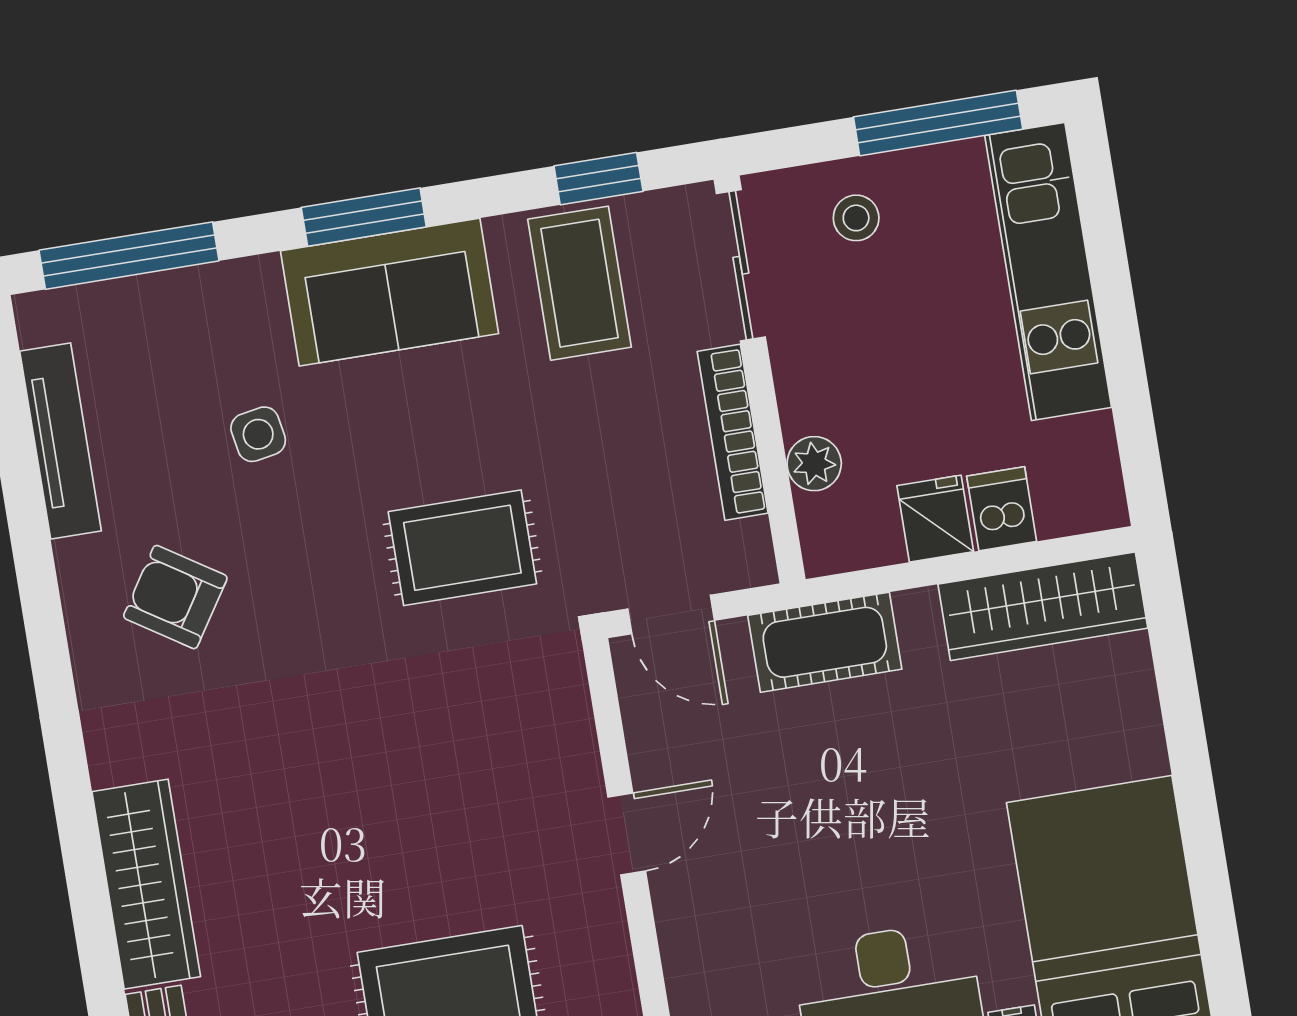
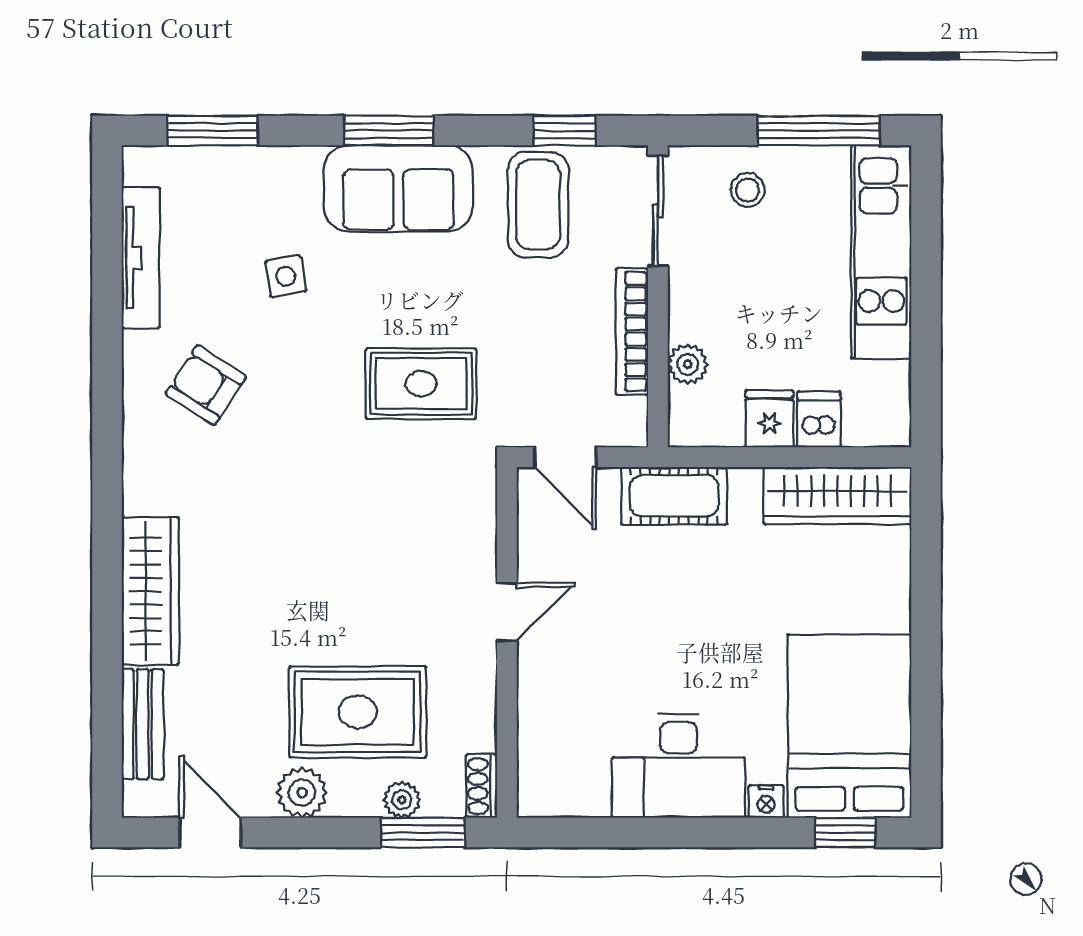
window: (129, 256) -> (213, 131), width x0.69

